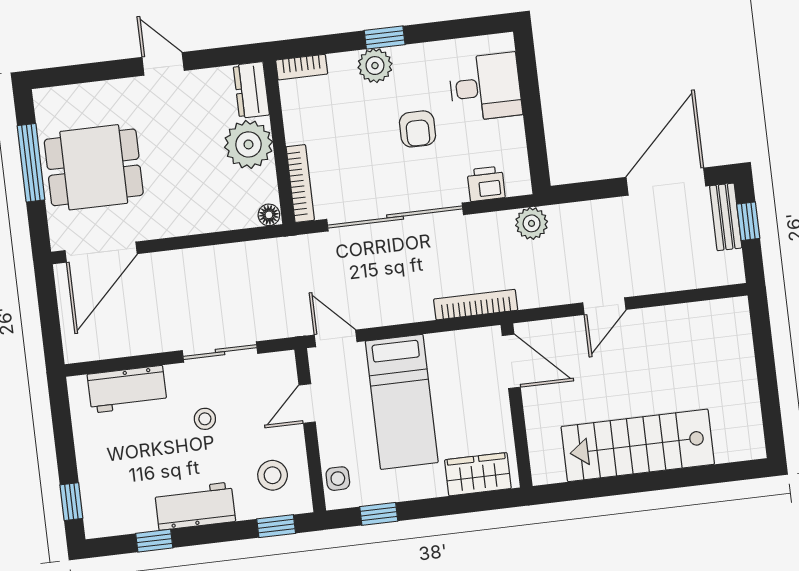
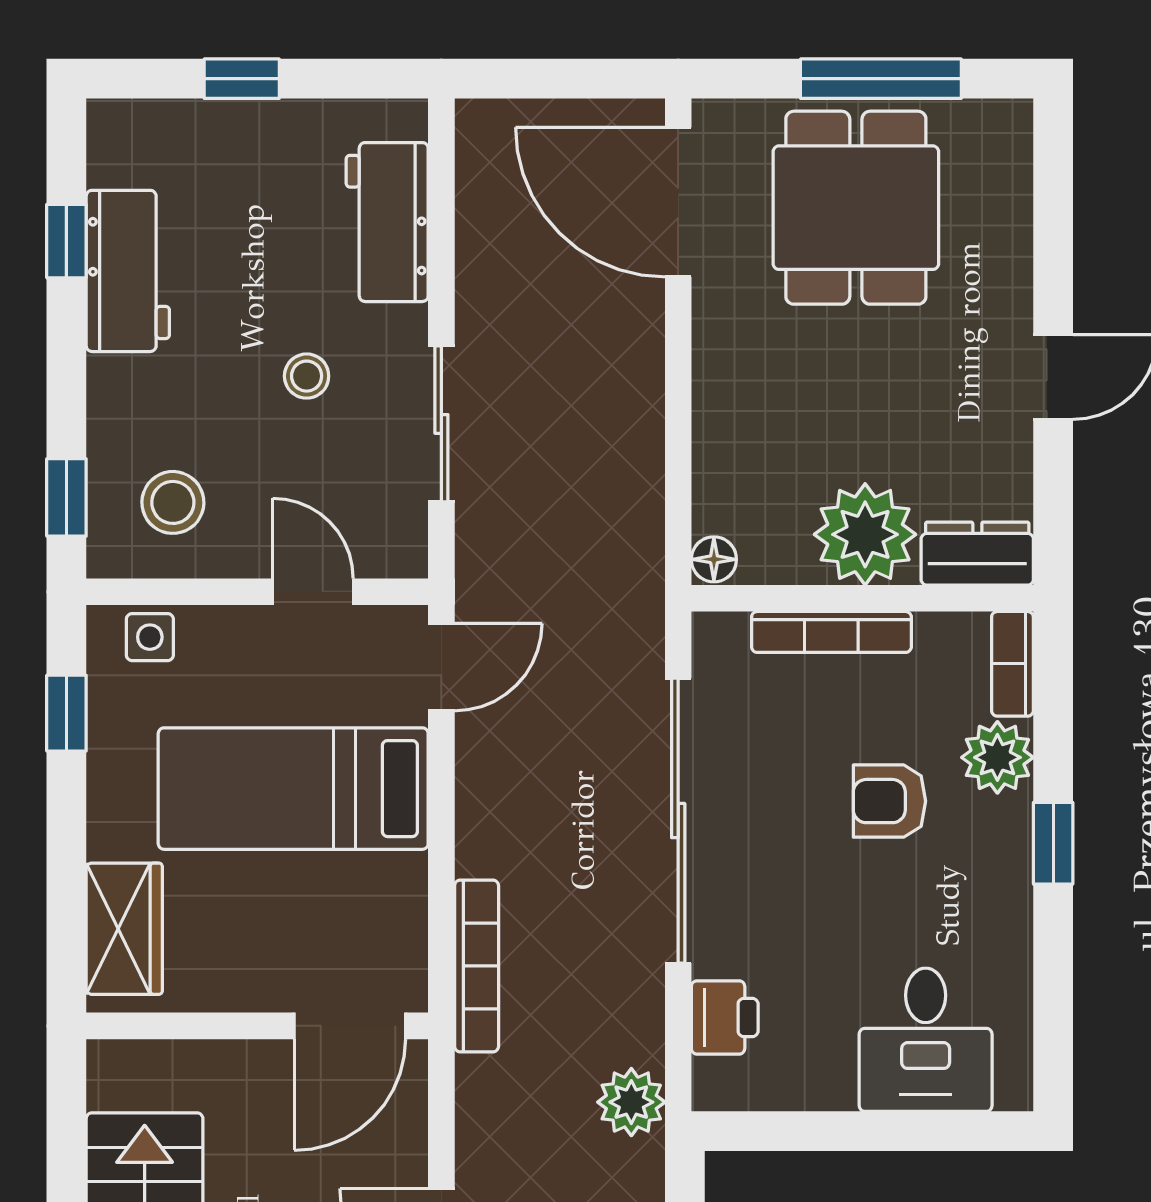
plant: (375, 66) -> (997, 757), moved
armchair: (418, 129) -> (889, 801), moved
bookcase: (300, 183) -> (831, 632), moved
window: (71, 502) -> (242, 79), moved
workbench: (195, 506) -> (128, 271), moved

